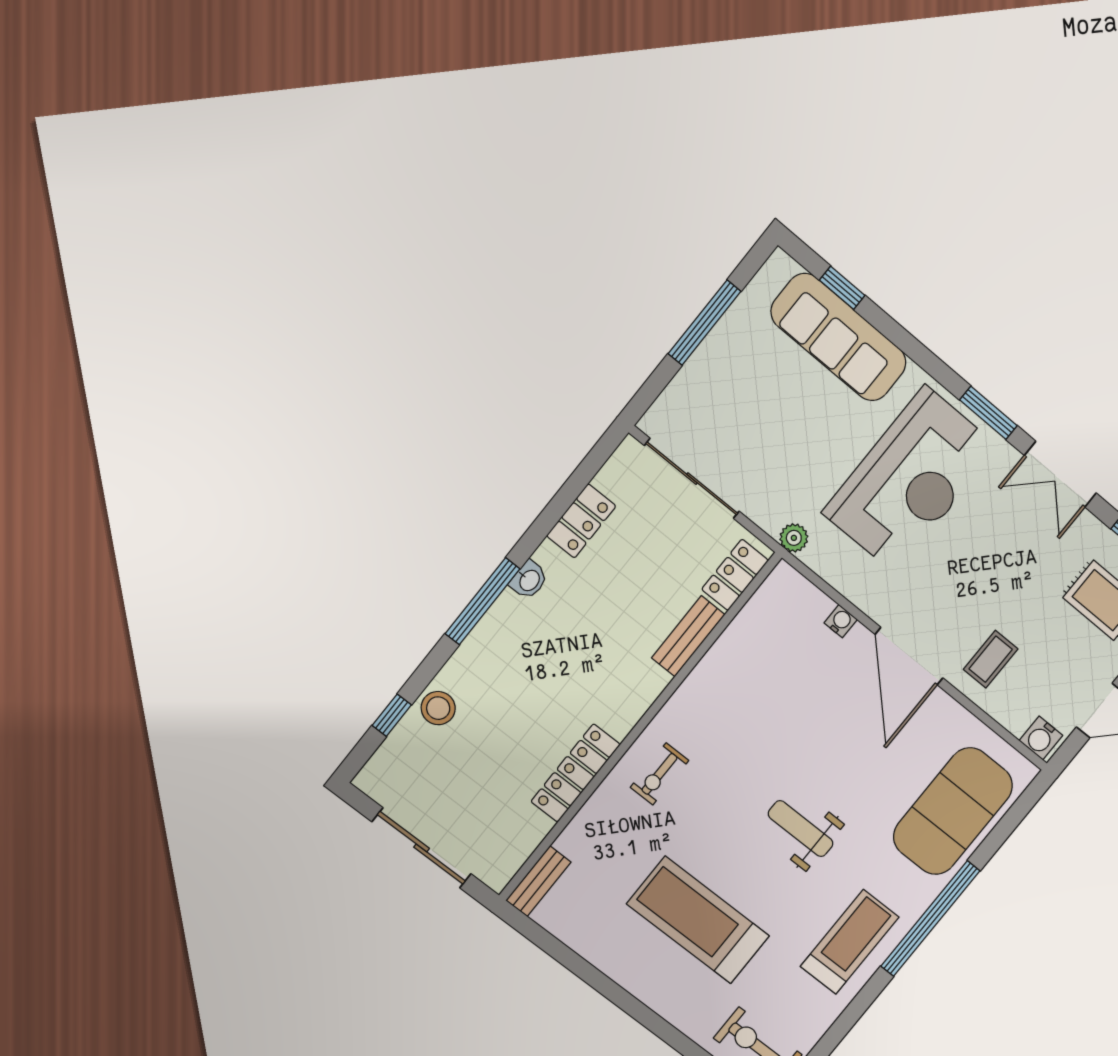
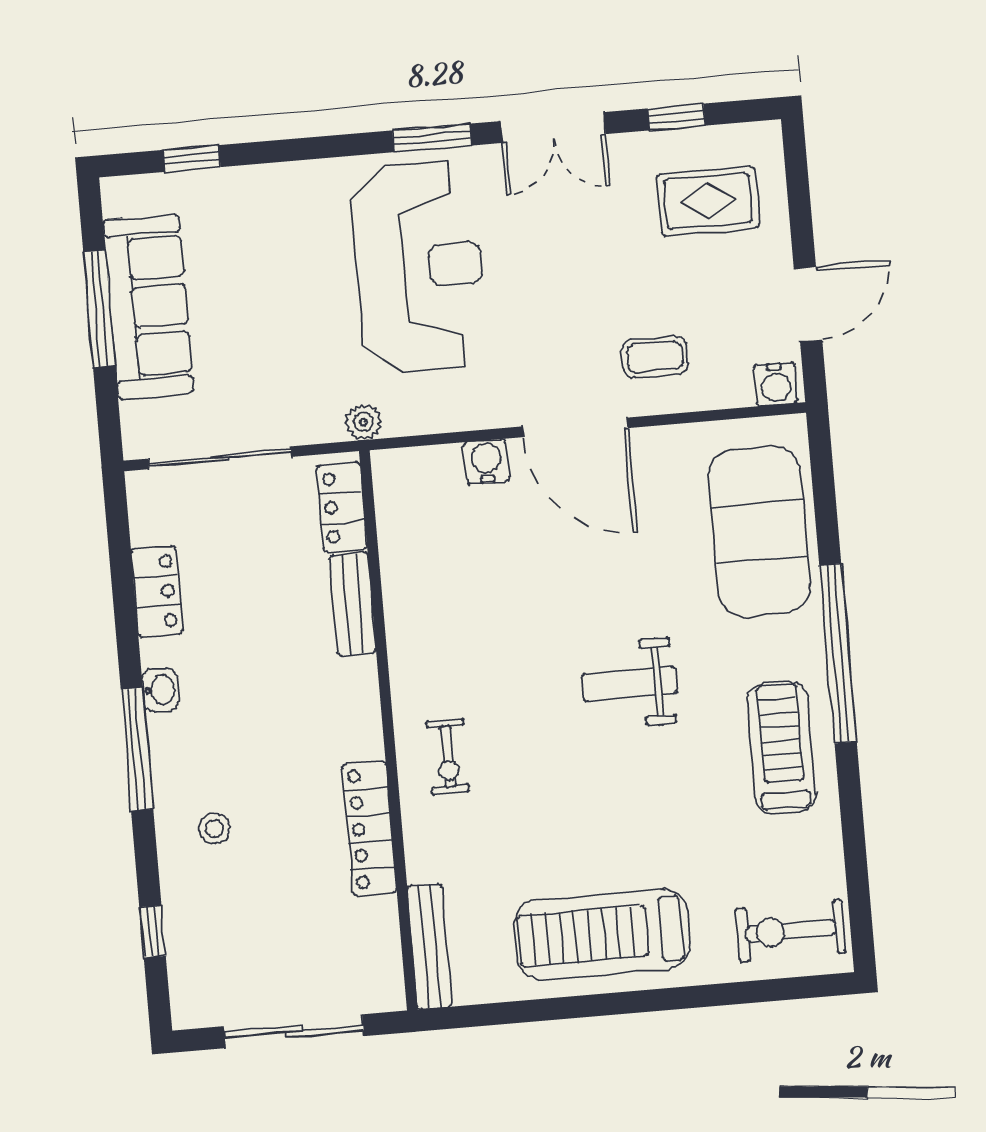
sofa: (839, 337) -> (148, 307), moved, turned -90
water cooler: (841, 621) -> (486, 461), width x1.38, depth x1.38
coffee table: (991, 659) -> (655, 357), turned 90
stool: (438, 708) -> (214, 828), moved, width x0.73, depth x0.73
bench: (538, 881) -> (430, 947), width x1.36
treadmill: (698, 920) -> (602, 934), moved

